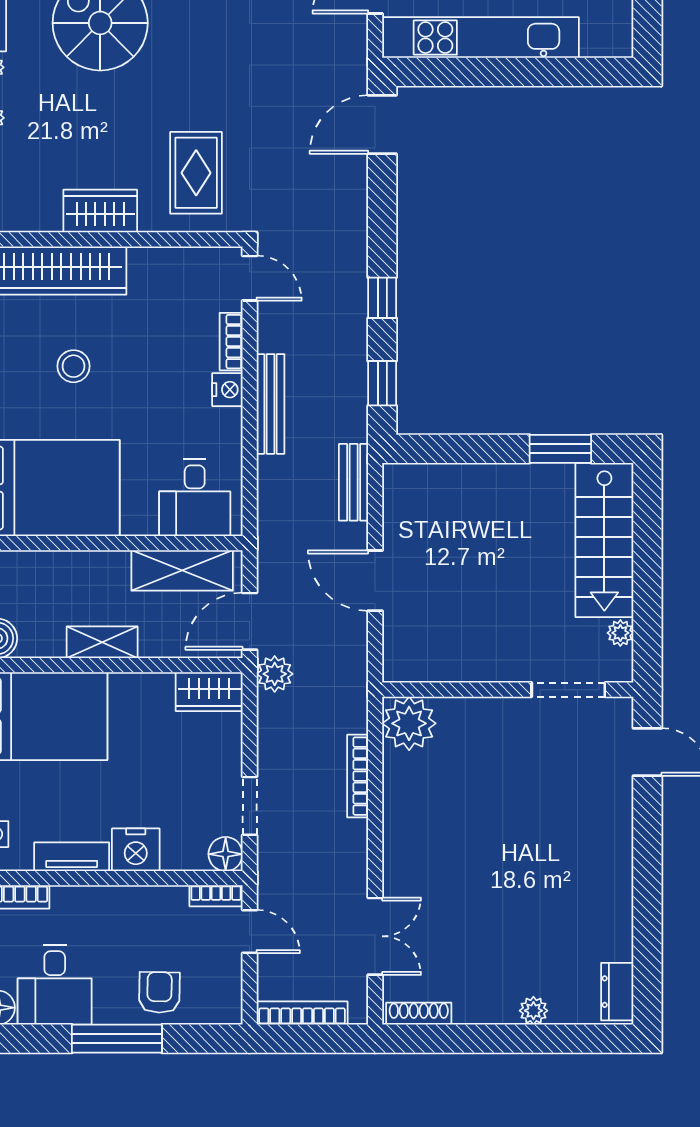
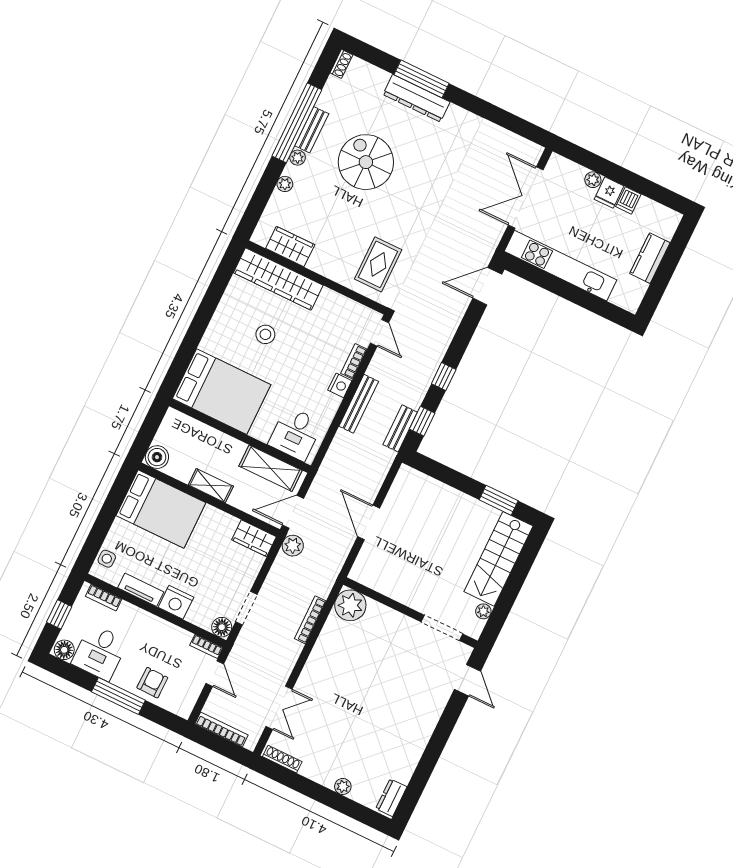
wardrobe: (100, 211) -> (290, 247), moved
bench: (354, 482) -> (400, 428), moved

